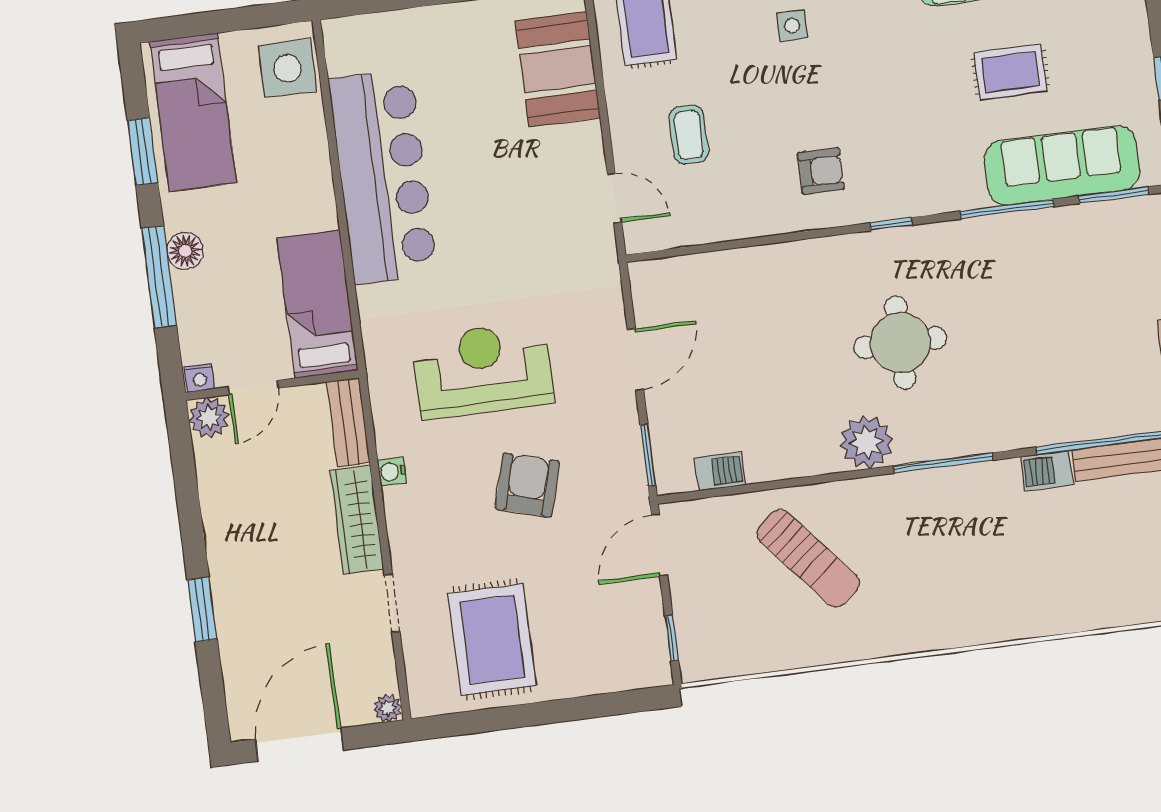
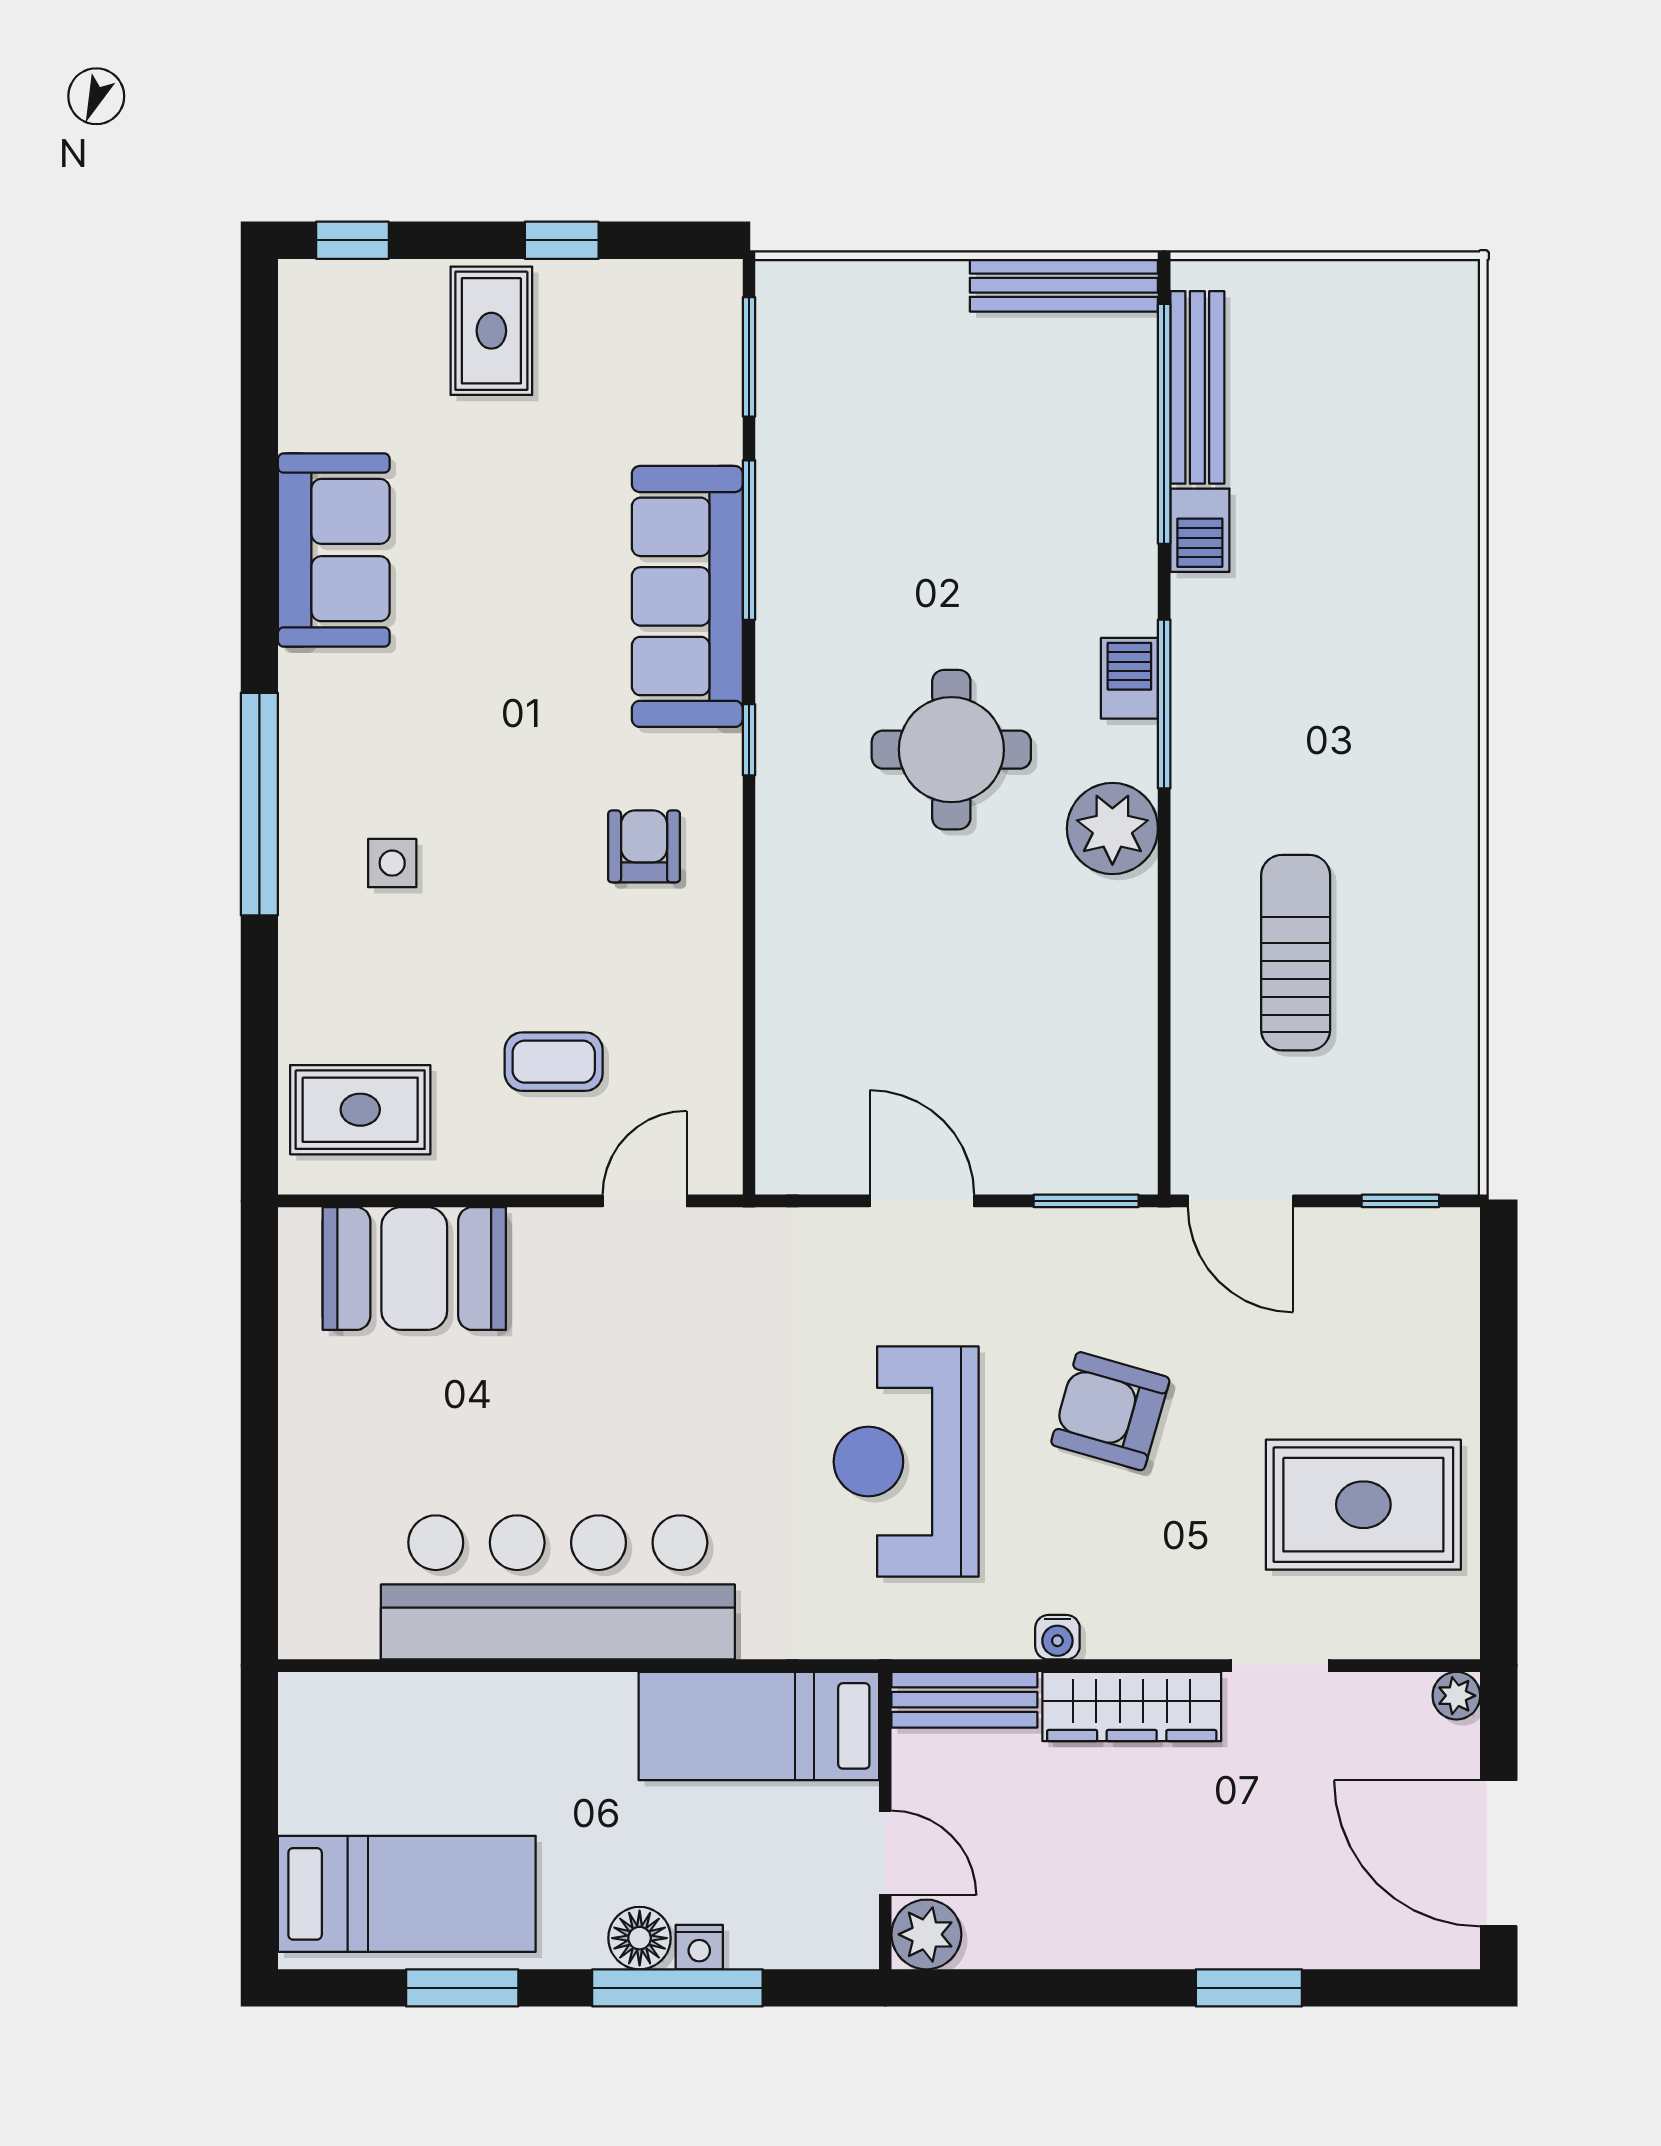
side table: (287, 68) -> (353, 1725), removed
rug: (1010, 72) -> (491, 331), moved
sofa: (1062, 165) -> (687, 596), moved
nightstand: (200, 378) -> (699, 1947), moved, turned 90
barbecue: (720, 471) -> (1129, 678), moved
sun lounger: (808, 558) -> (1296, 953), turned -50

